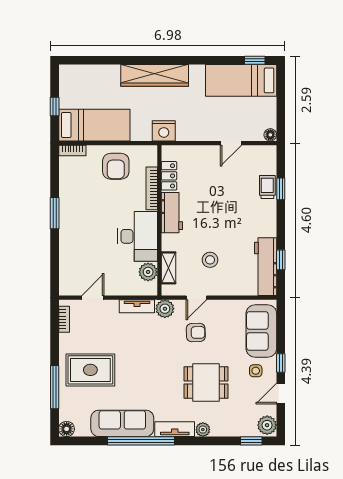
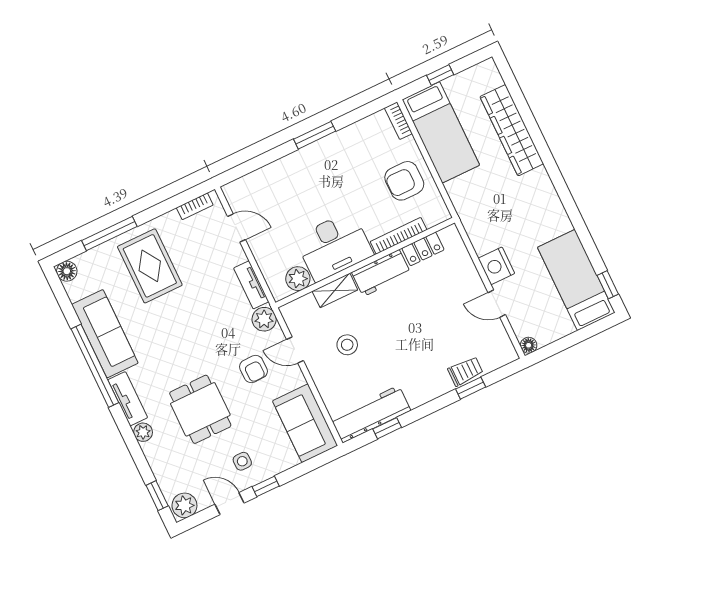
wardrobe: (155, 75) -> (512, 130), moved
nightstand: (164, 131) -> (496, 266), moved
shelving: (168, 268) -> (335, 290), moved
sofa: (261, 331) -> (305, 423), moved, turned -90

